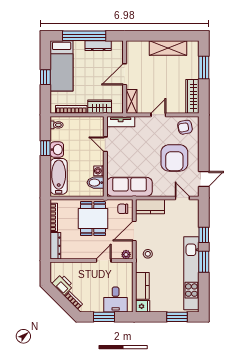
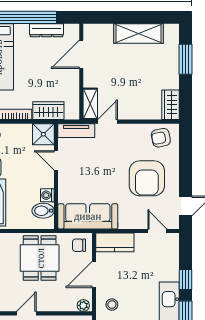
door: (125, 74) -> (81, 54), moved
wardrobe: (192, 96) -> (171, 105), width x0.67
door: (158, 115) -> (108, 122), moved
shower: (96, 124) -> (43, 134), added
door: (104, 261) -> (26, 313), moved

